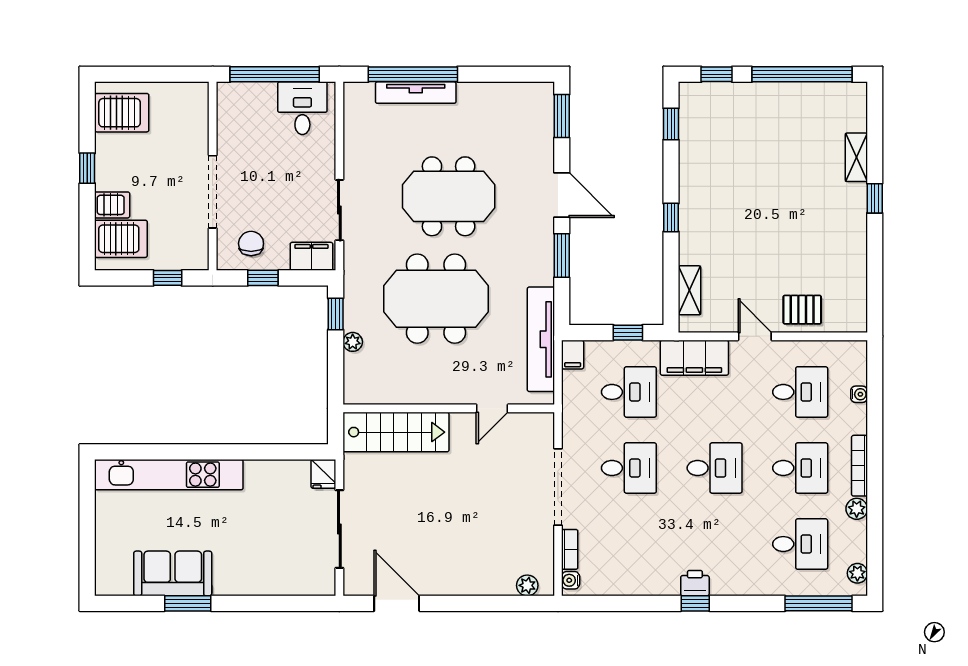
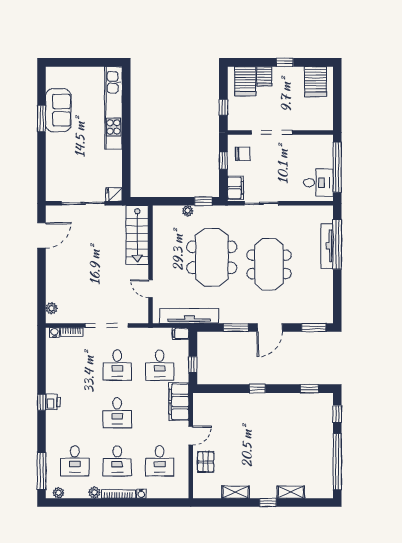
shelving: (690, 290) -> (236, 492), moved
water cooler: (859, 394) -> (141, 494), moved

